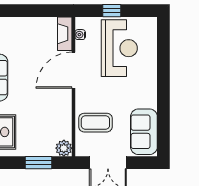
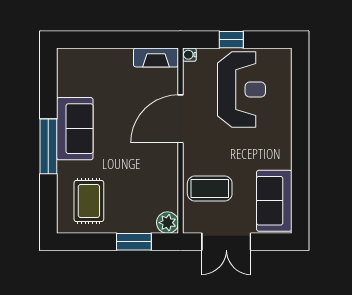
fireplace: (65, 34) -> (156, 57), moved, turned -90
water cooler: (80, 35) -> (189, 55), moved

